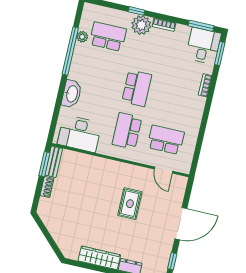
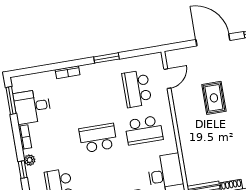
plant: (141, 25) -> (30, 160), width x0.53, depth x0.53
desk: (203, 46) -> (32, 106), moved
window: (220, 54) -> (106, 58), moved
rug: (130, 204) -> (214, 98), turned 90

